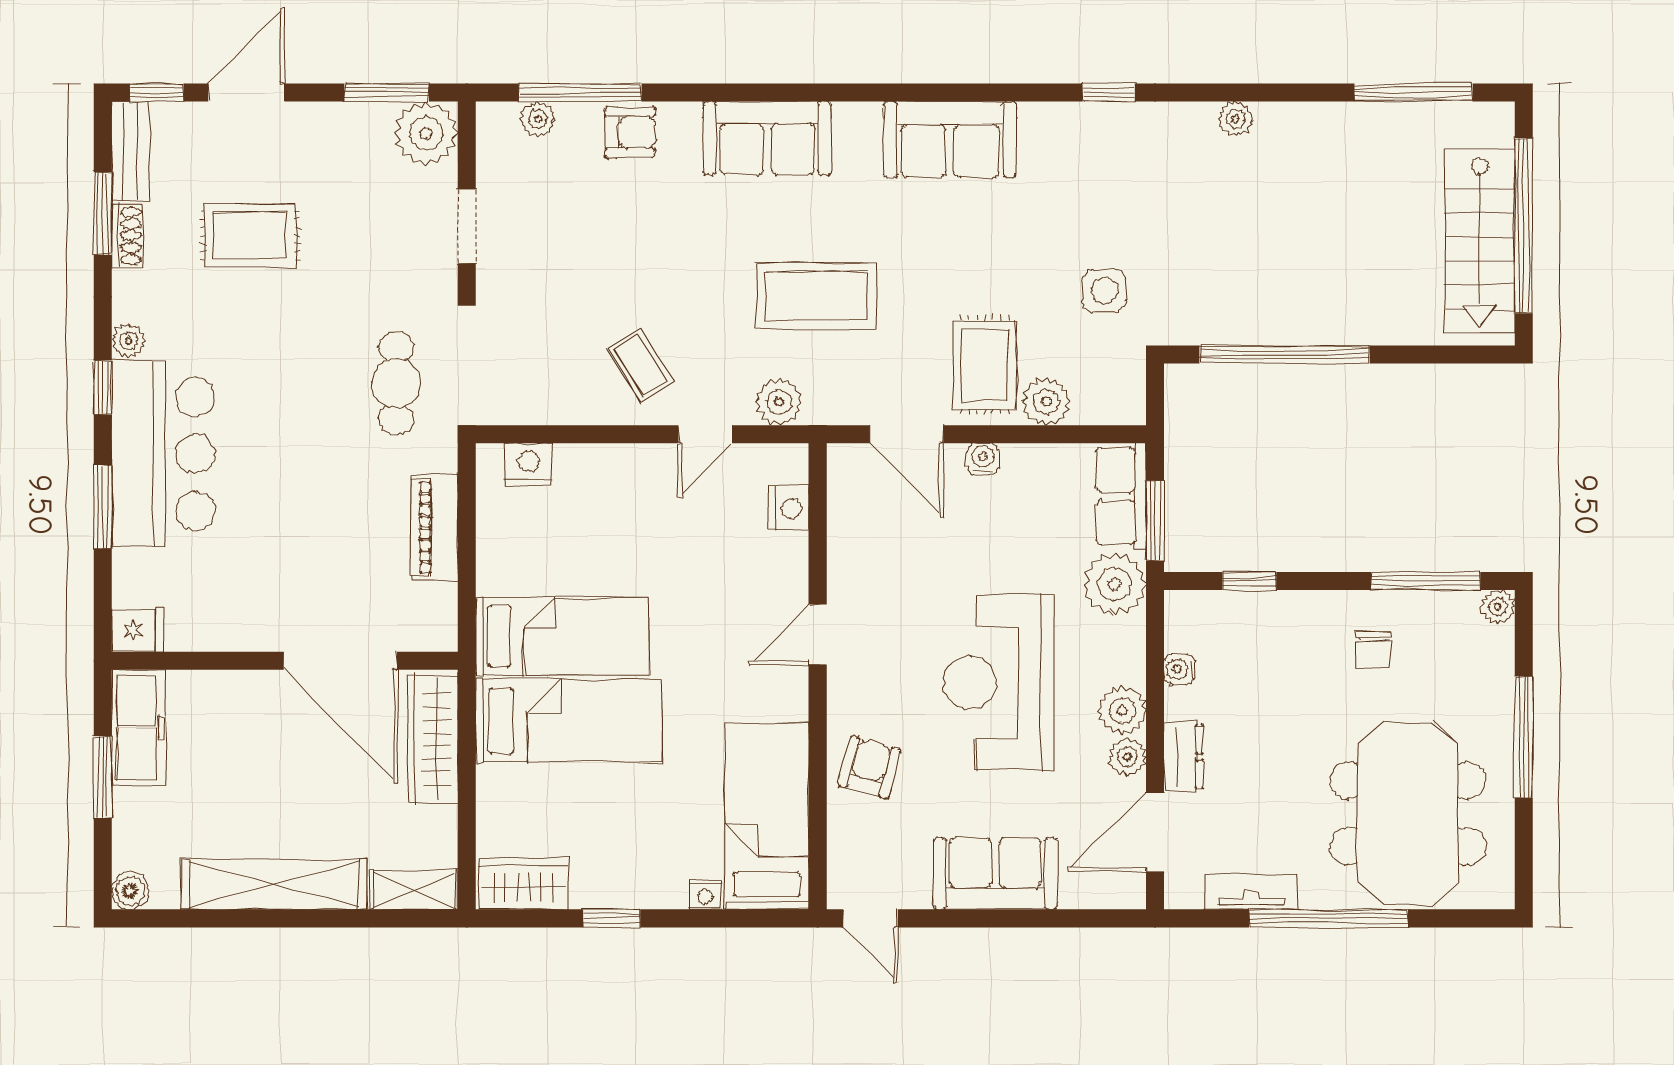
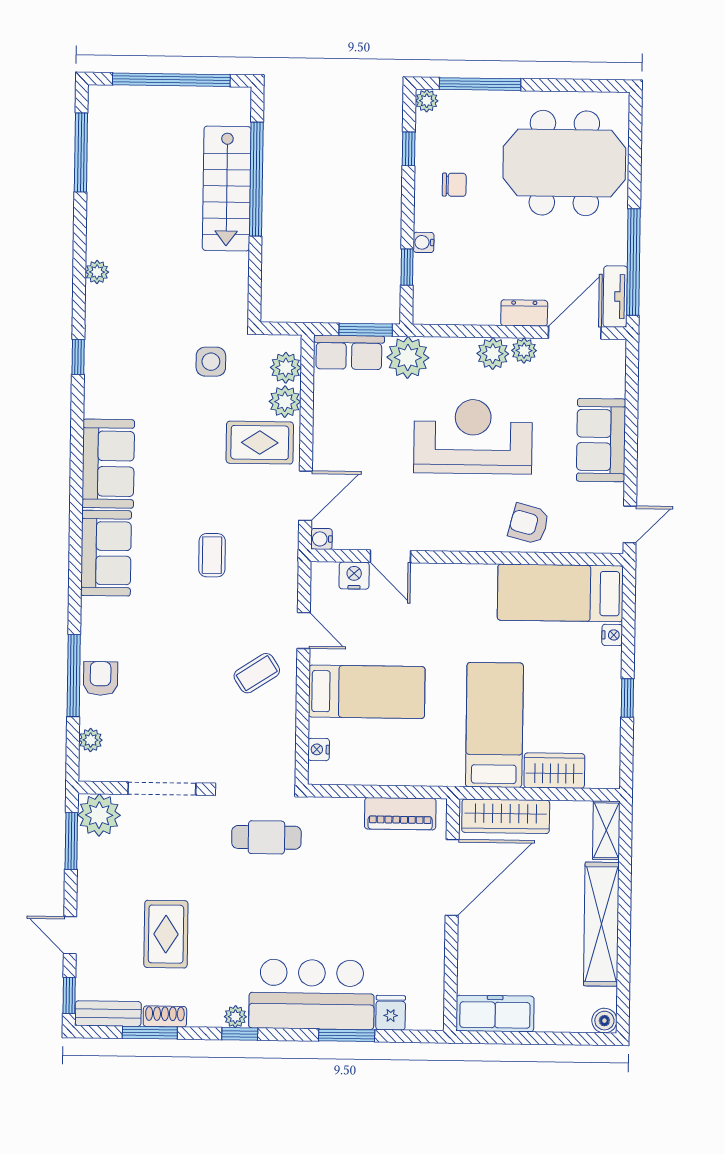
door: (246, 92) -> (70, 935), width x0.73
window: (580, 92) -> (74, 676), moved
sofa: (767, 138) -> (106, 553), moved
doorway: (467, 226) -> (162, 789), width x1.38
stairs: (1480, 241) -> (227, 189), moved, turned 90
coffee table: (816, 296) -> (212, 555), width x0.54, depth x0.58
window: (1285, 354) -> (256, 179), moved
window: (103, 387) -> (240, 1034), moved
plant: (779, 402) -> (286, 368), moved
water cooler: (983, 459) -> (321, 539), moved
nightstand: (528, 465) -> (319, 749), width x0.72, depth x0.74
piano: (434, 527) -> (400, 814), moved
window: (1426, 581) -> (409, 149), width x0.46
fridge: (137, 630) -> (391, 1013), moved
door: (818, 635) -> (390, 556), moved
bed: (562, 636) -> (367, 692), moved, turned 90
water cooler: (1179, 669) -> (424, 242), moved, turned 90
reception desk: (998, 683) -> (473, 437), turned 180
window: (1524, 737) -> (480, 84), moved
window: (103, 777) -> (528, 1038), removed
door: (1155, 832) -> (575, 333), swing flipped
wardrobe: (524, 883) -> (554, 771), moved, turned 90
tv unit: (1252, 892) -> (615, 297), moved
window: (1329, 918) -> (633, 262), moved

